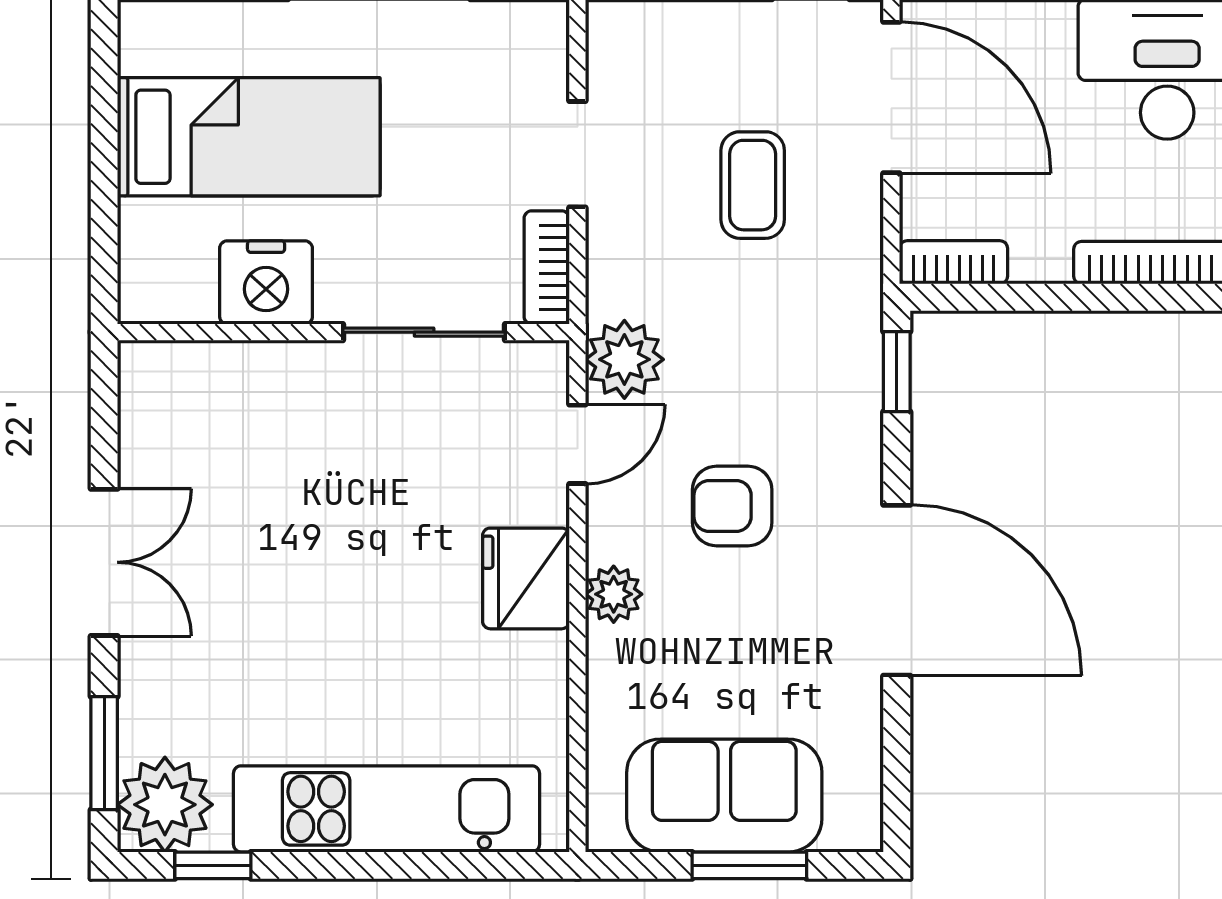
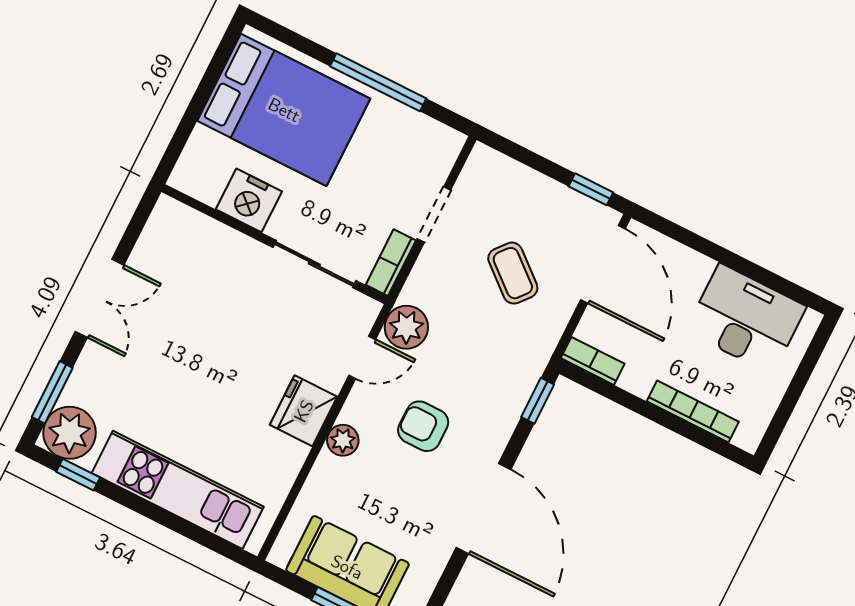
bed: (249, 137) -> (284, 110), width x1.50
coffee table: (753, 185) -> (513, 273), turned -50

